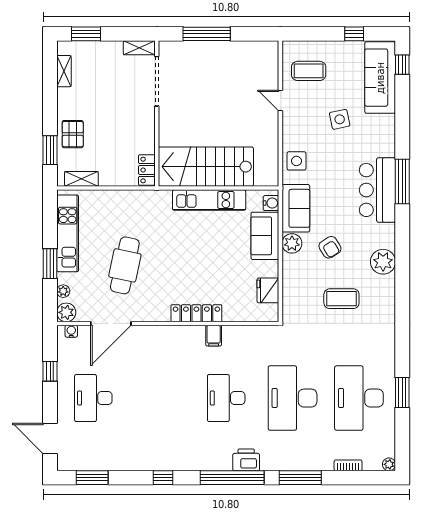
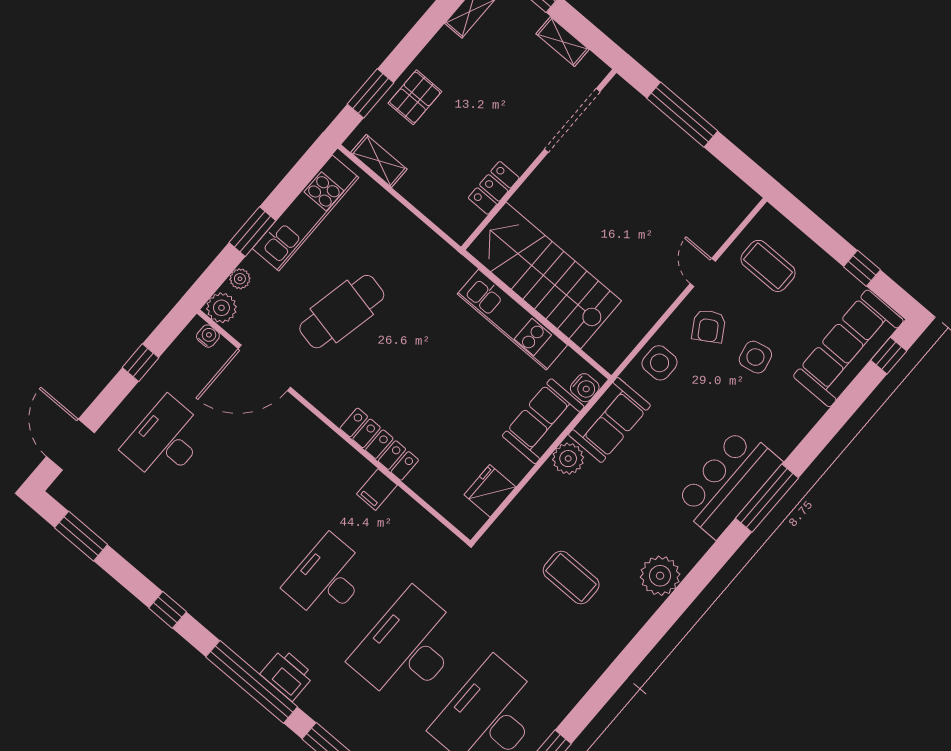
shelving: (139, 48) -> (562, 42), moved
locker: (147, 170) -> (494, 188), moved
armchair: (330, 247) -> (709, 326), moved

